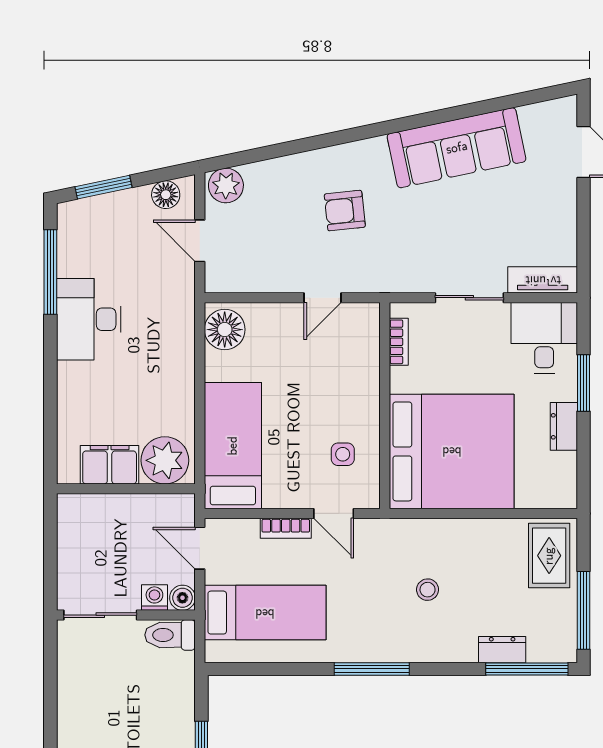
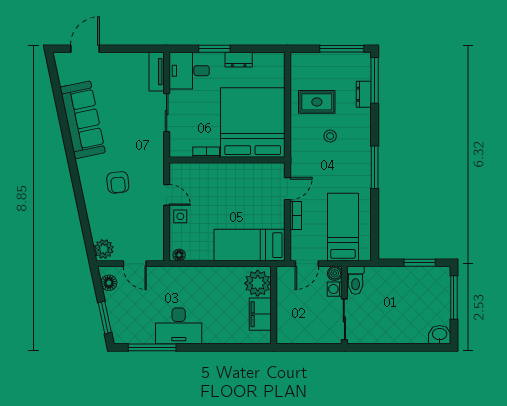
door: (200, 241) -> (135, 264), hinge flipped
floor lamp: (225, 330) -> (179, 255), width x0.53, depth x0.53
bookcase: (399, 342) -> (206, 152), moved
side table: (343, 454) -> (180, 216), moved
rug: (549, 556) -> (317, 102), moved

